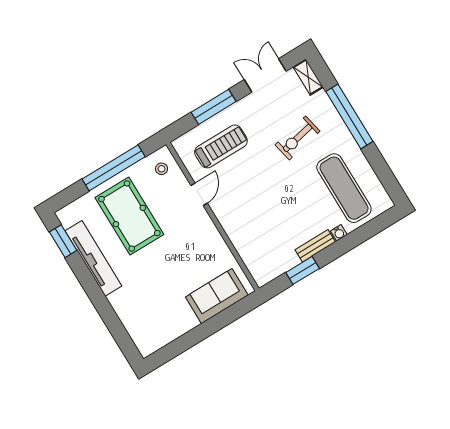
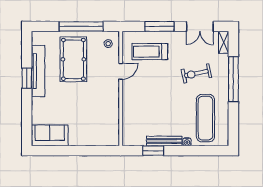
double door: (265, 75) -> (200, 26), swing flipped
treadmill: (221, 146) -> (150, 52), turned 180
window: (63, 241) -> (27, 78), moved
bench: (315, 246) -> (164, 141), width x1.36
sofa: (217, 296) -> (50, 135), moved

